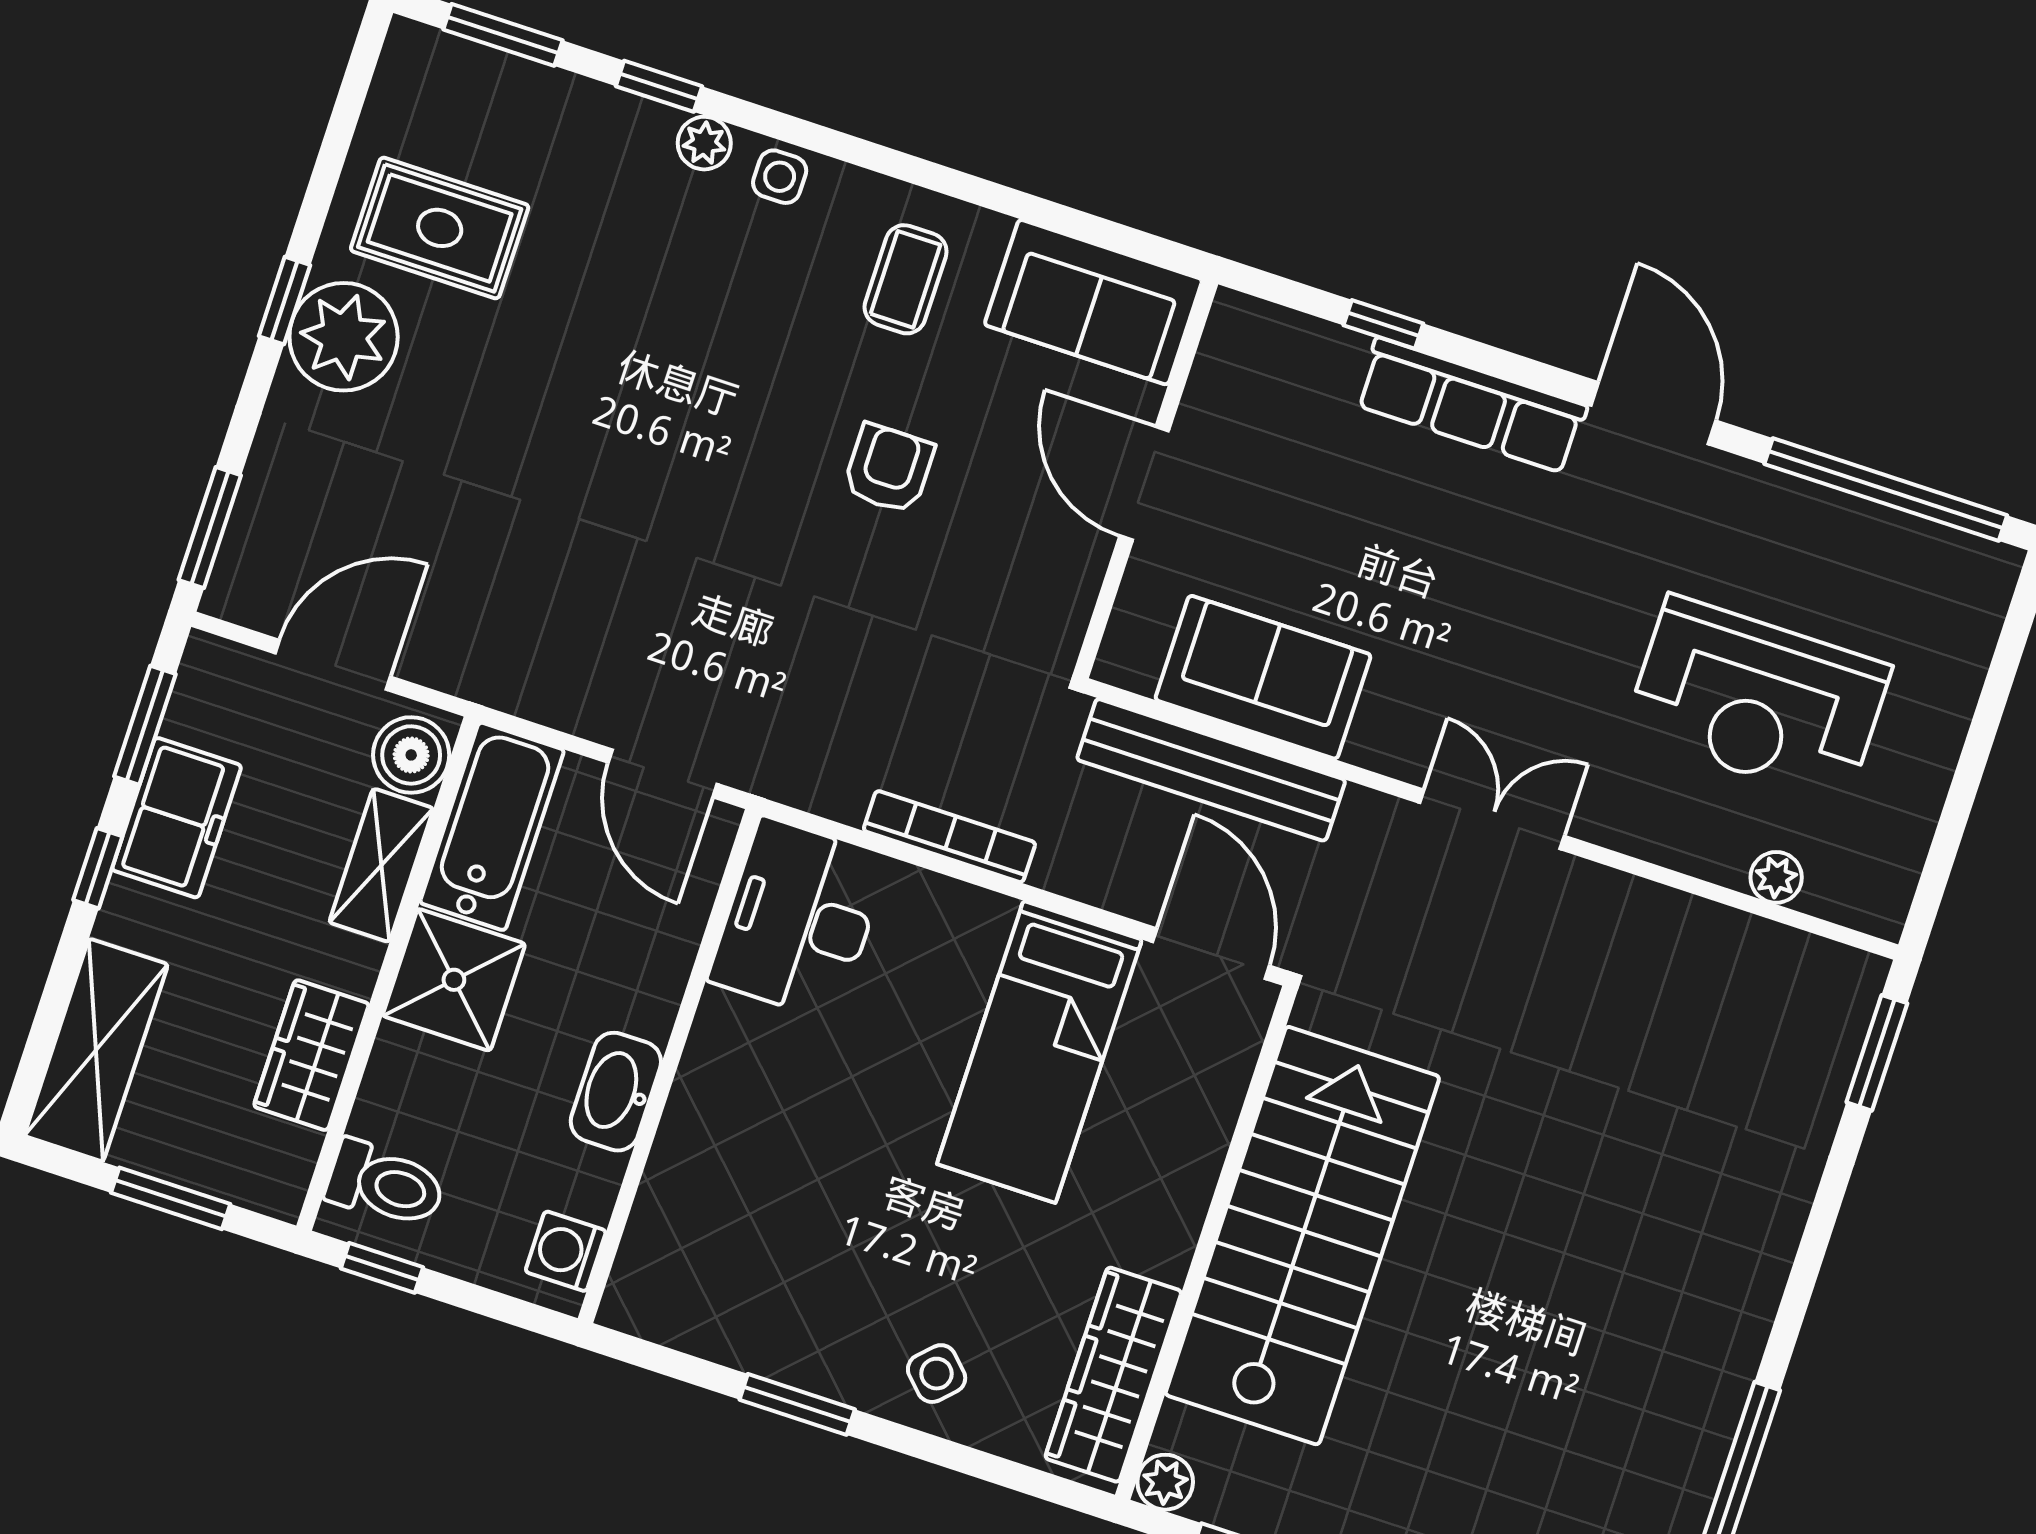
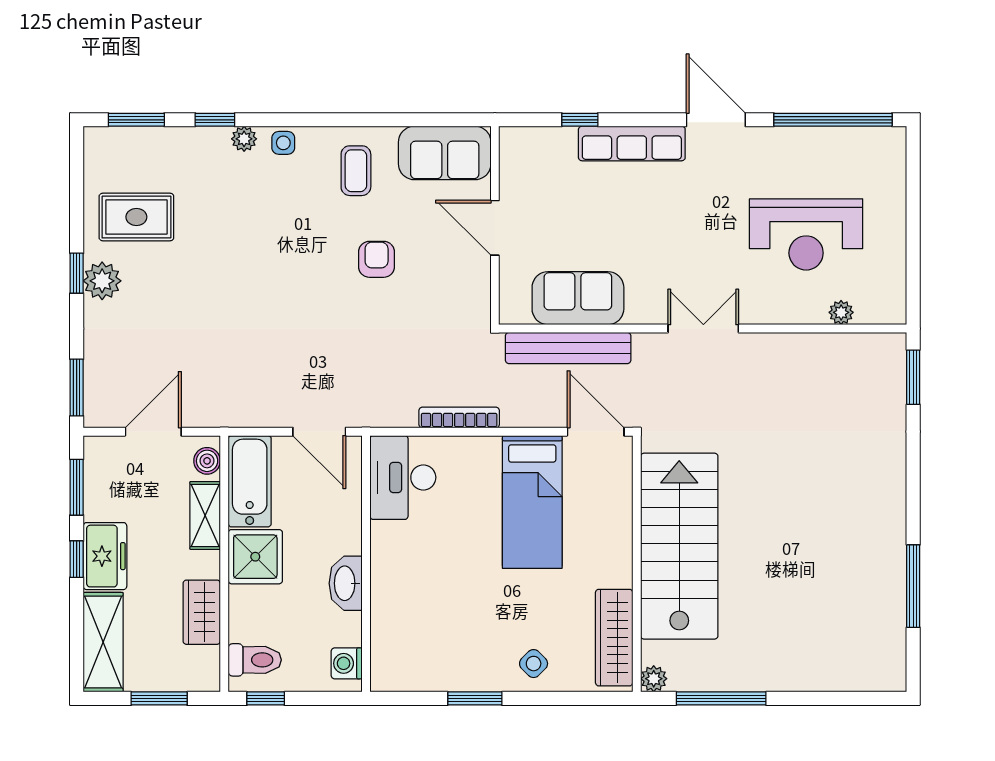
plant: (344, 337) -> (102, 281), width x0.73, depth x0.73
boiler: (411, 755) -> (207, 461), width x0.73, depth x0.73
freezer: (177, 818) -> (105, 556), moved

